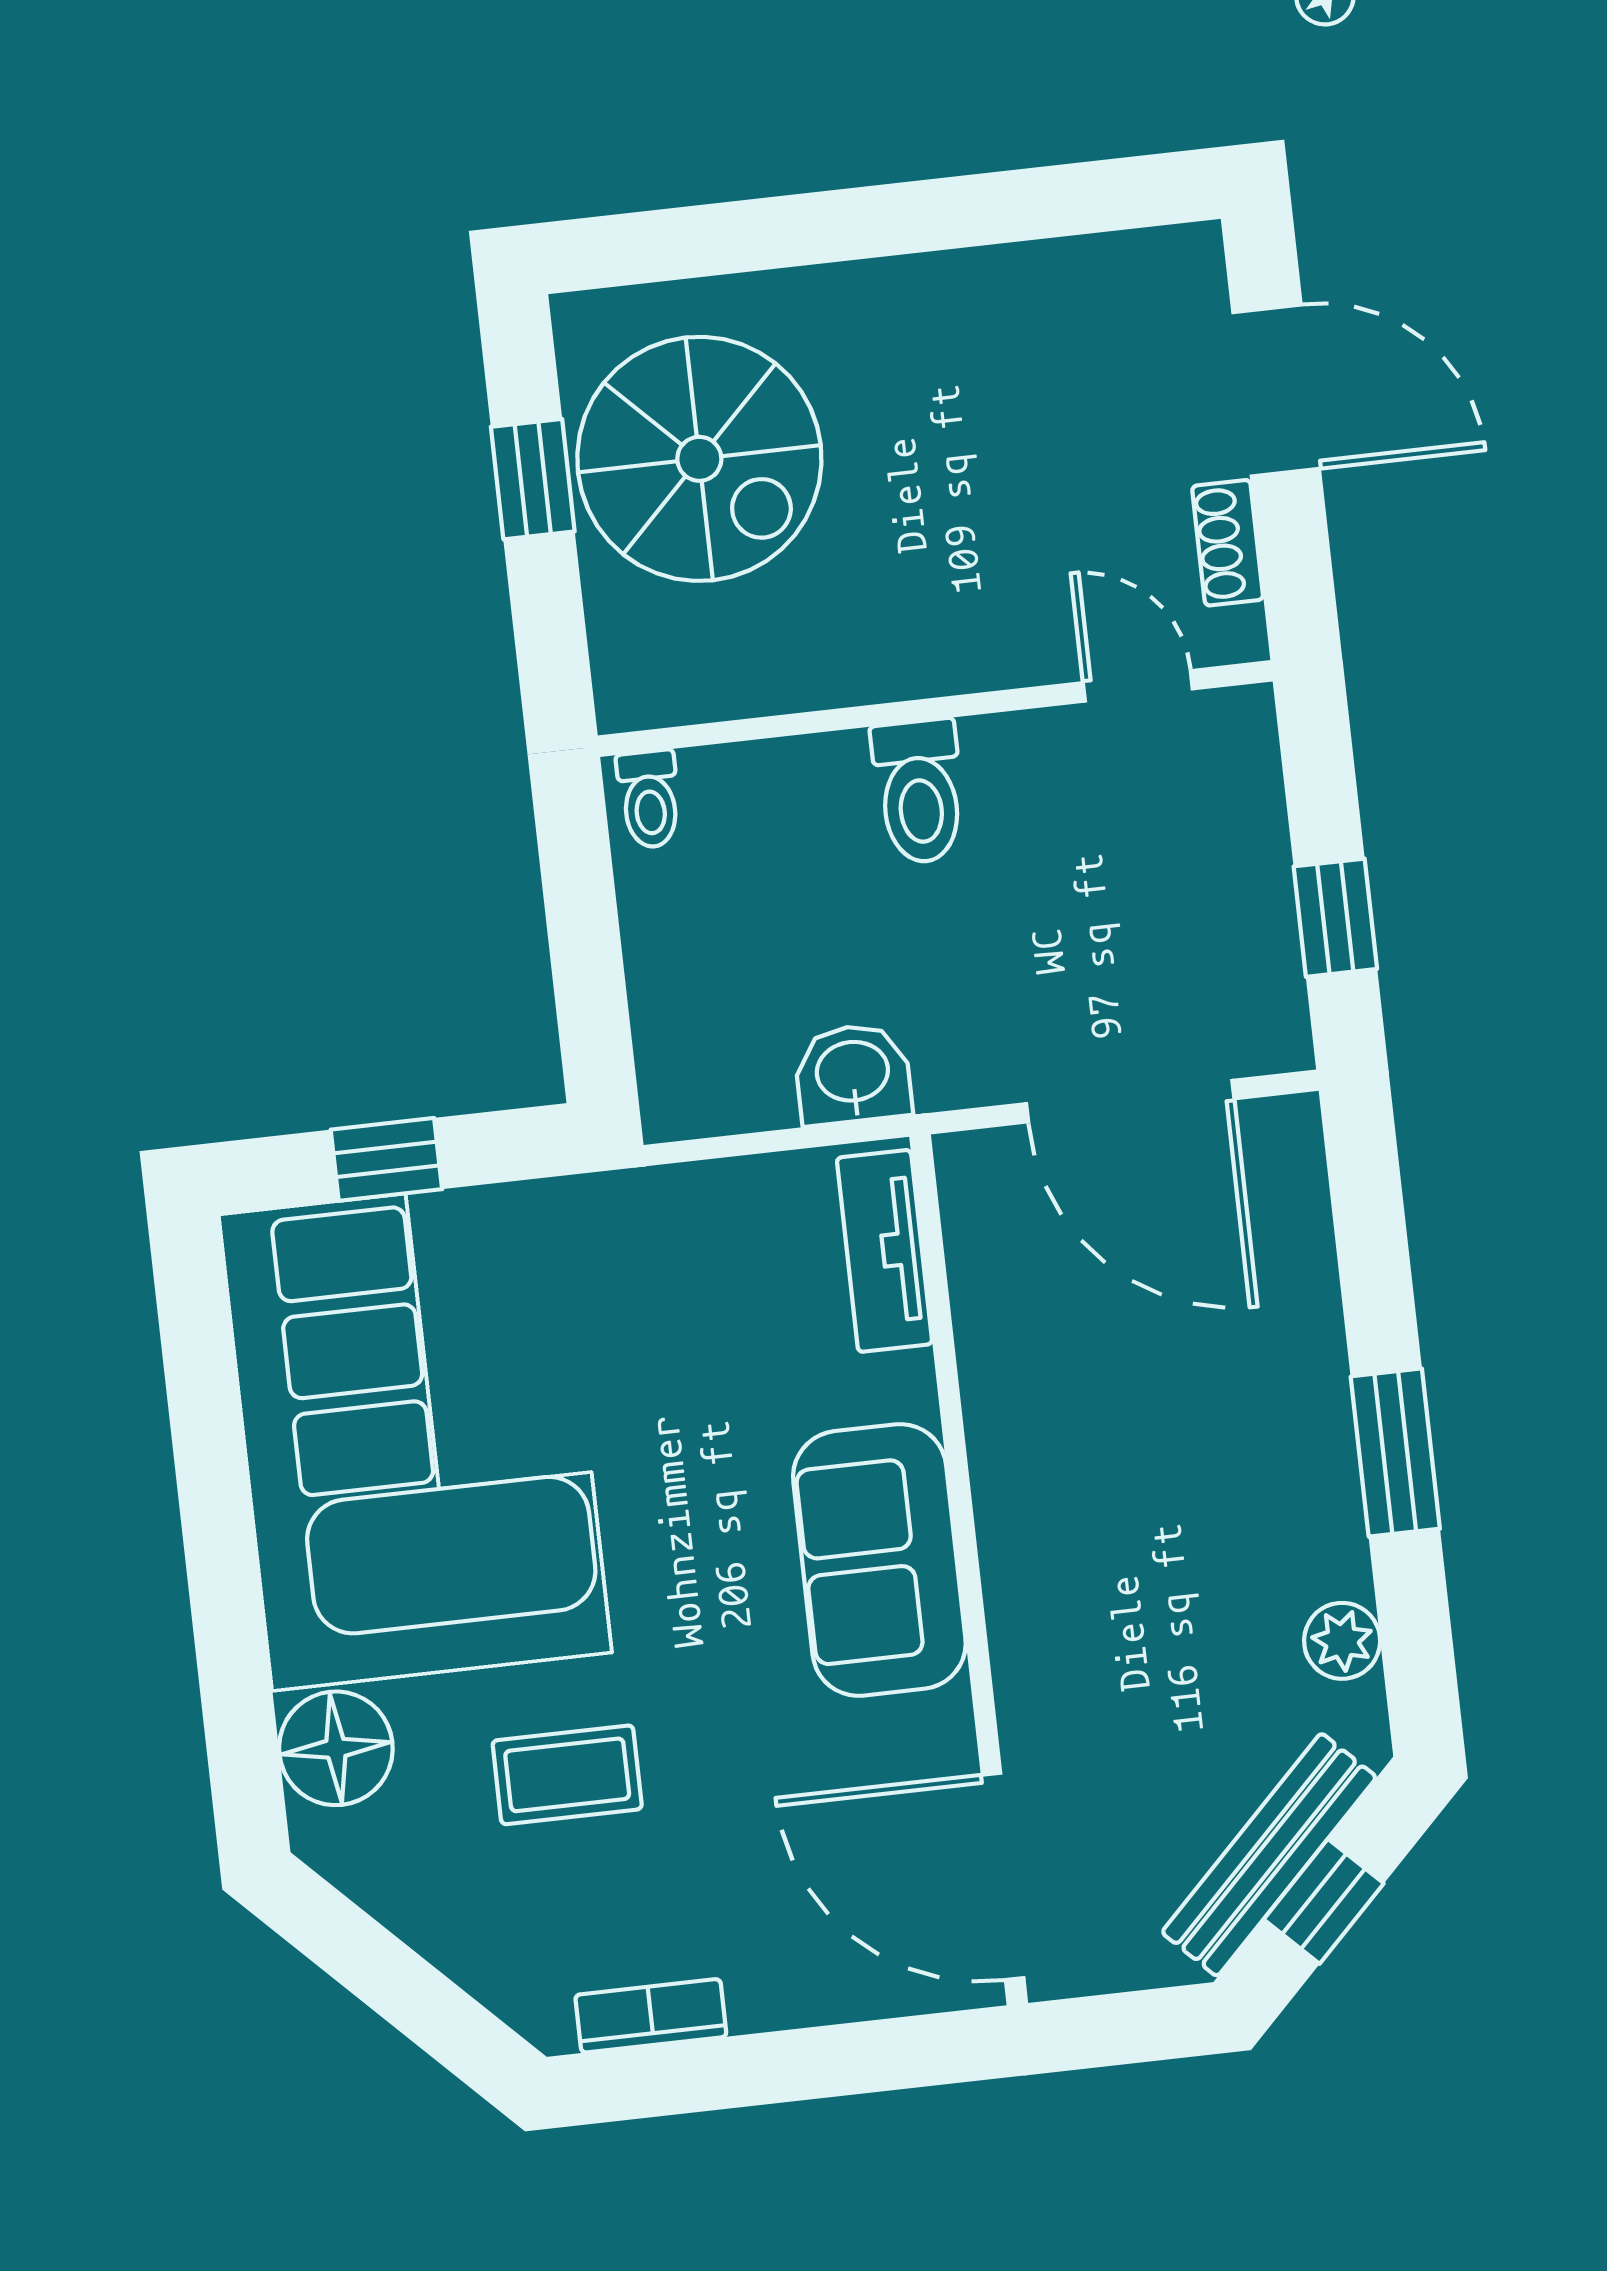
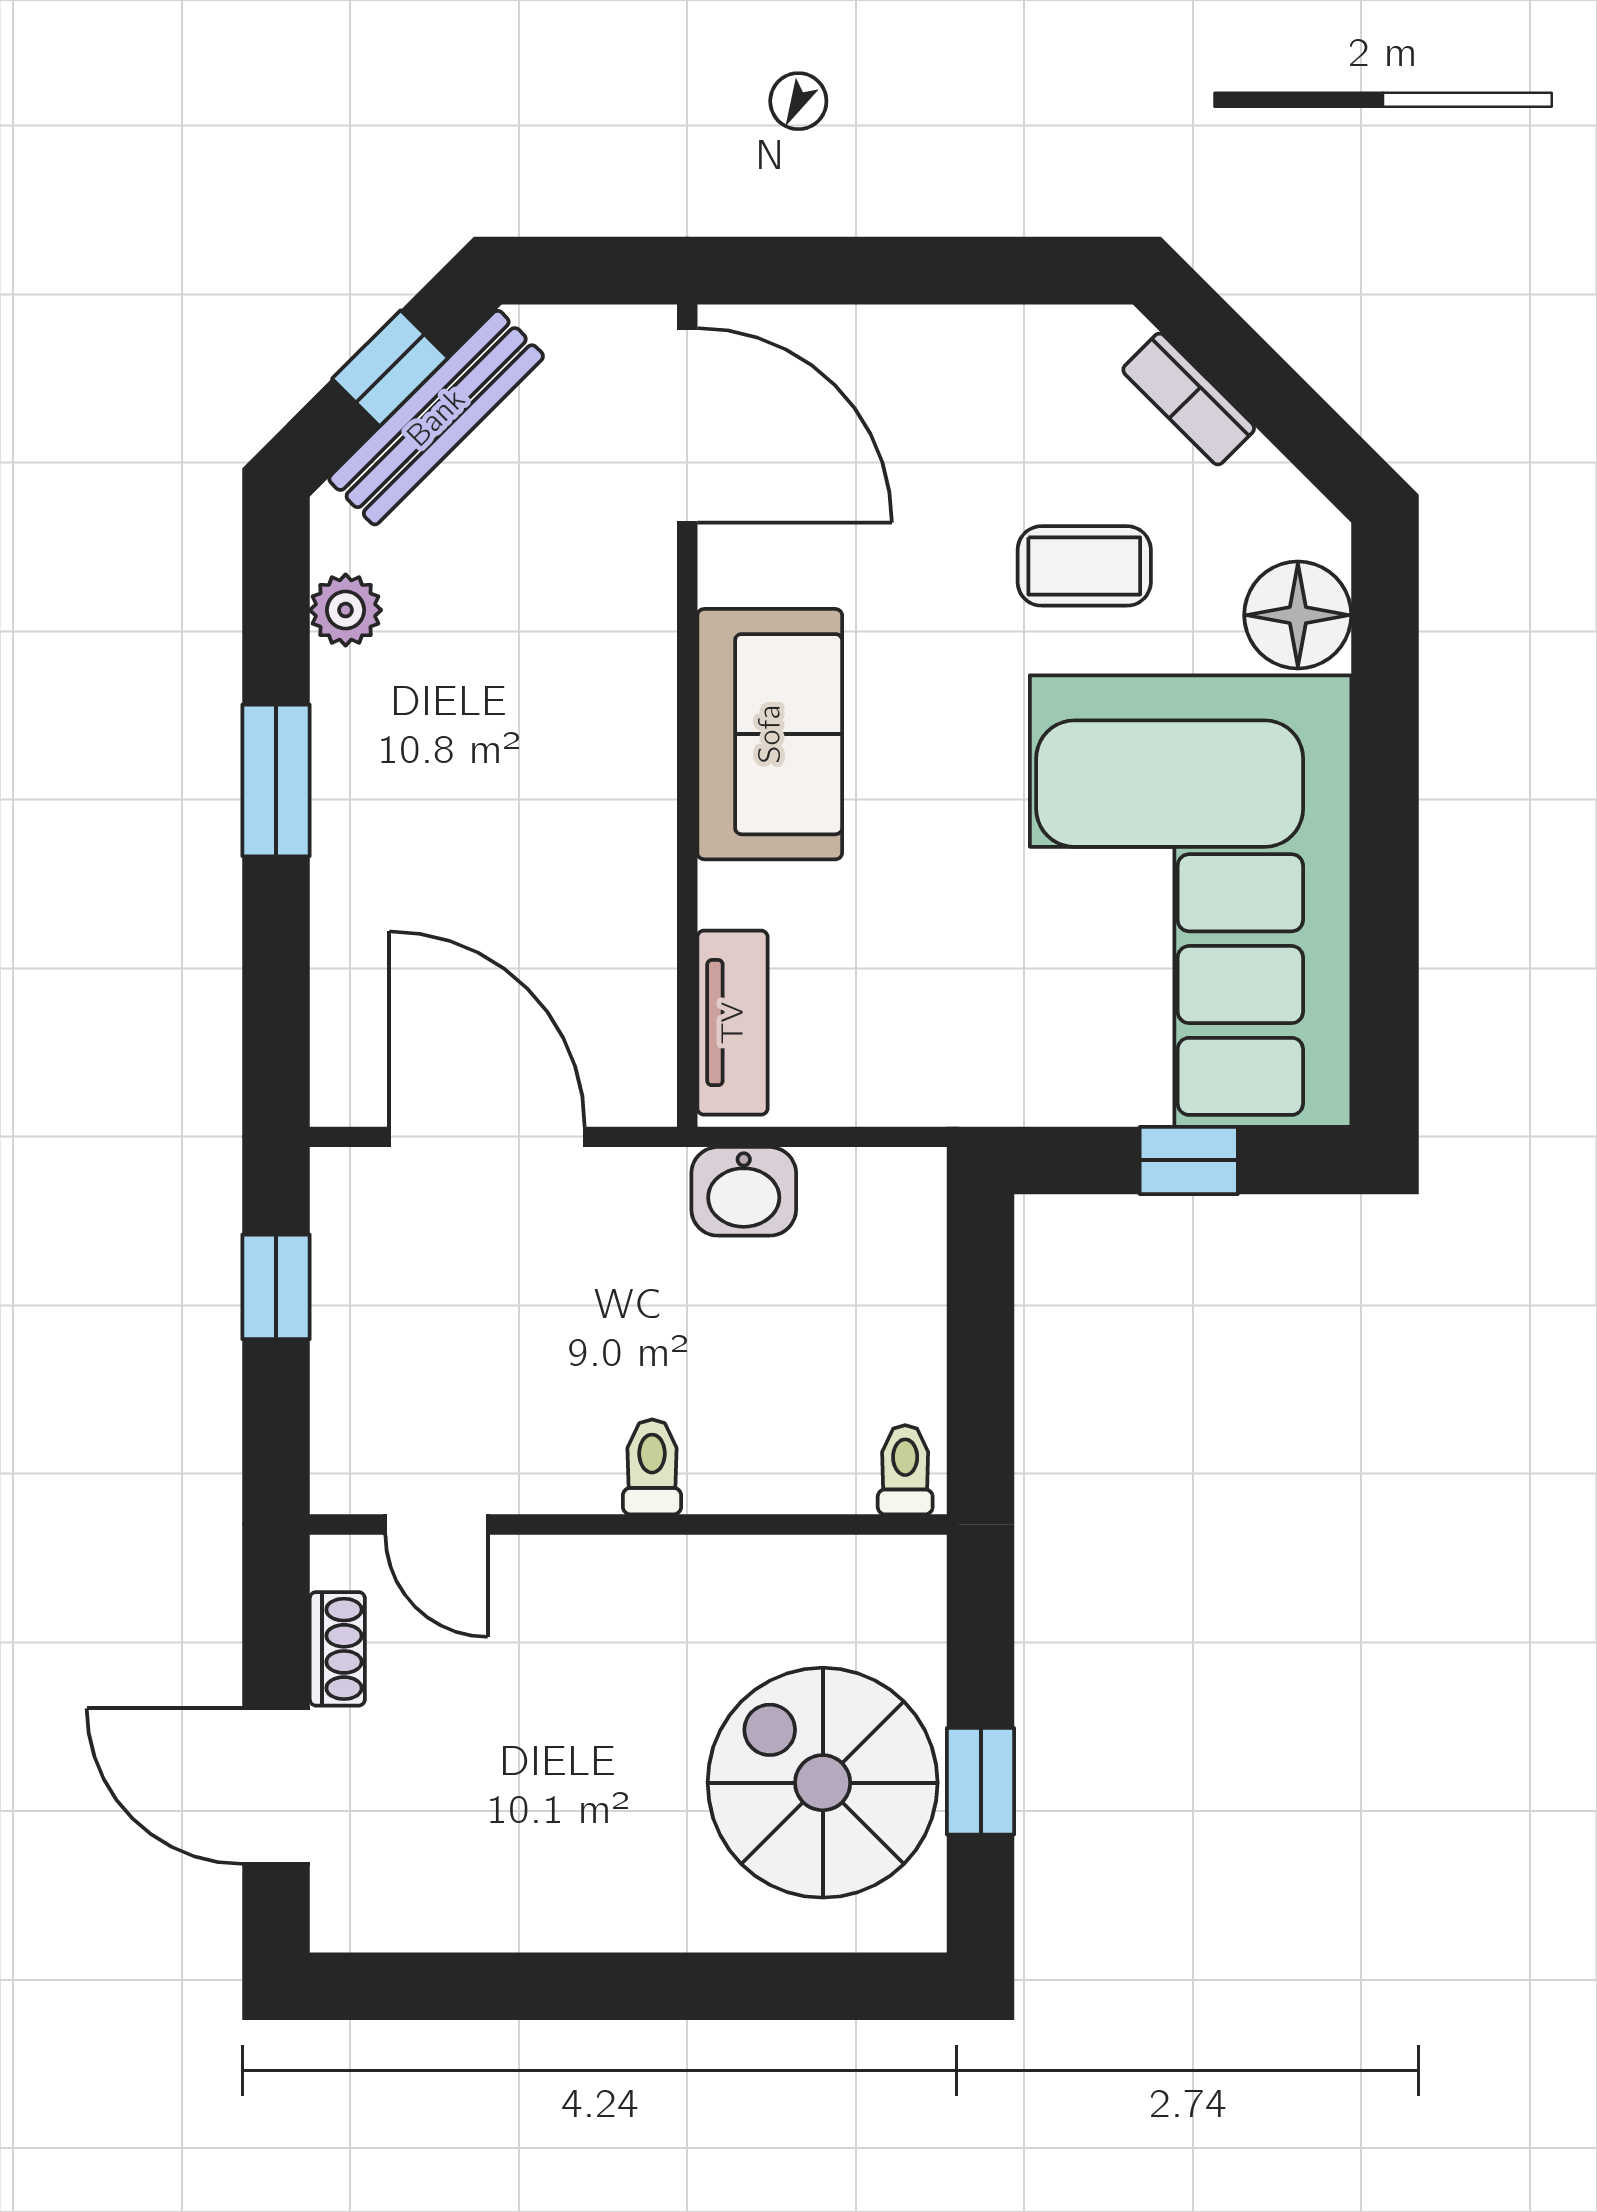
toilet: (919, 792) -> (652, 1467), width x0.73, depth x0.72
bookcase: (651, 2016) -> (1189, 399), moved, turned 45

